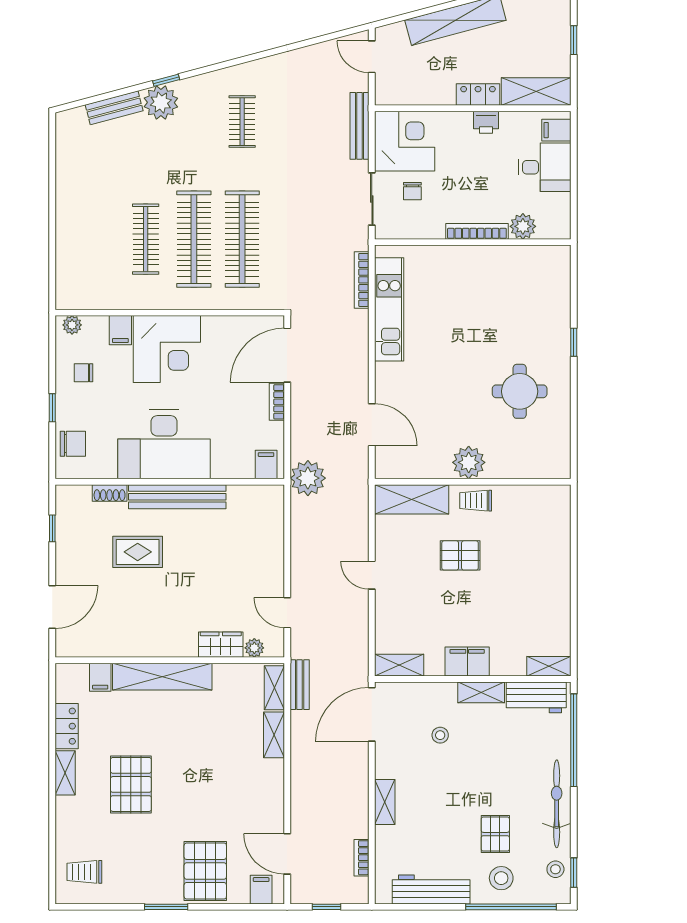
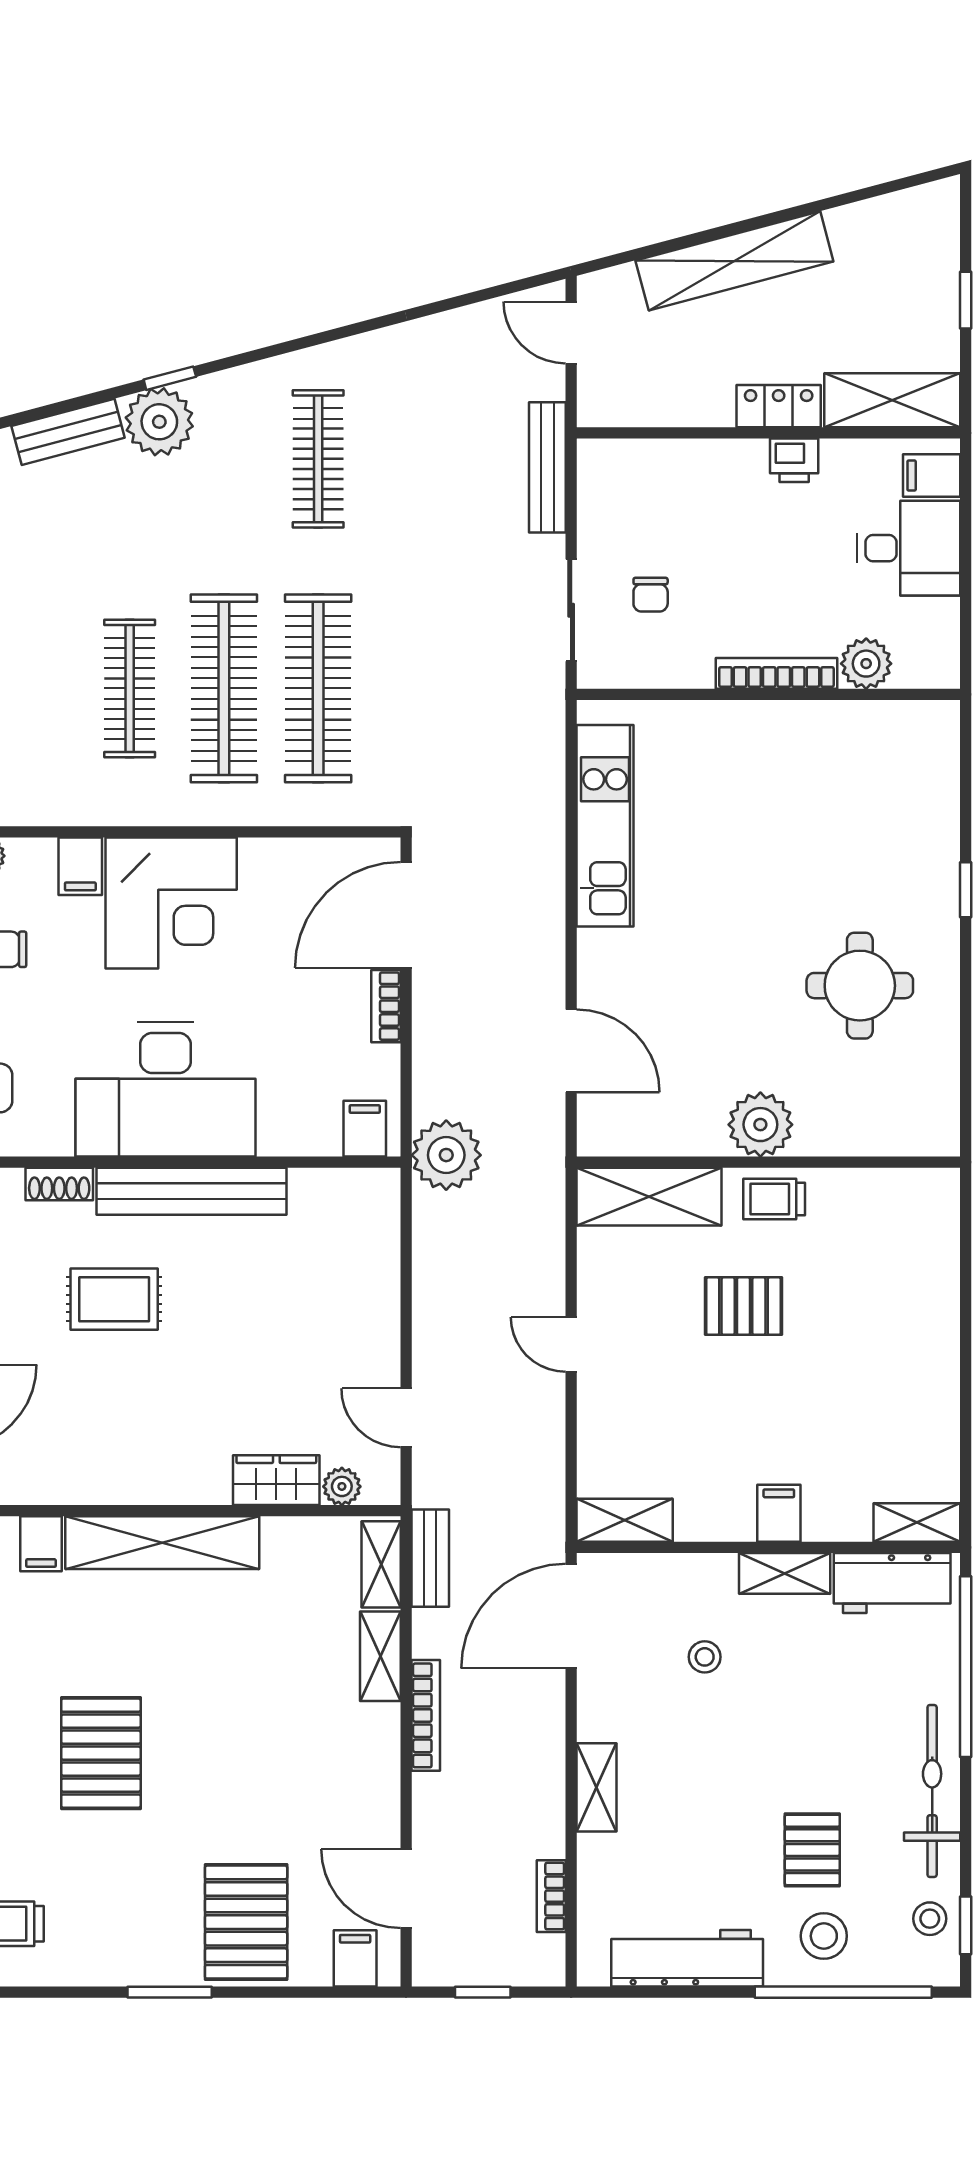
clothes rail: (242, 122) -> (318, 459), width x1.36
corner desk: (405, 141) -> (635, 497), removed
bookcase: (362, 280) -> (426, 1715), moved, turned 180
filing cabinet: (467, 662) -> (779, 1513), width x0.50

